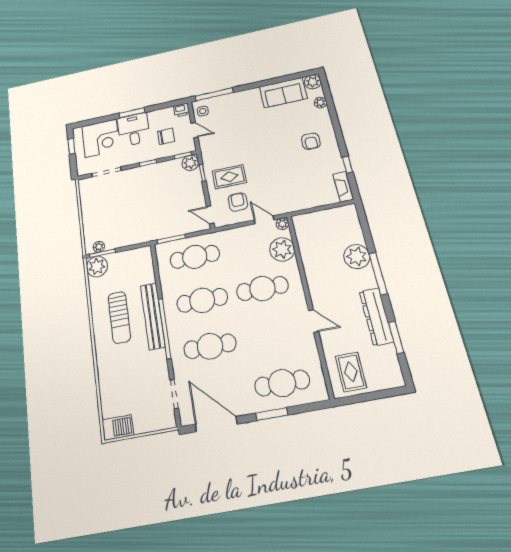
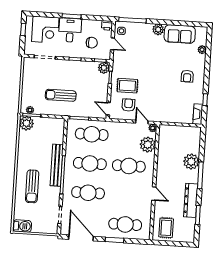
plant: (313, 82) -> (158, 29), moved
sun lounger: (138, 215) -> (61, 95), added
sun lounger: (119, 317) -> (32, 186), moved

